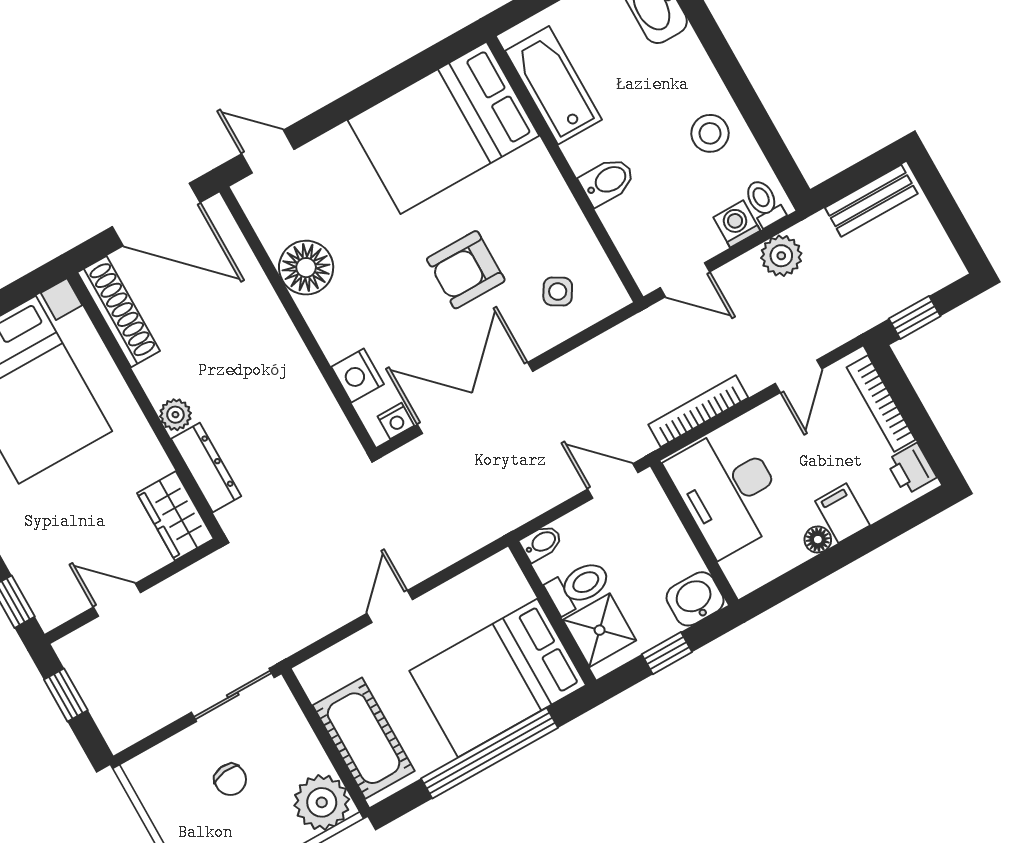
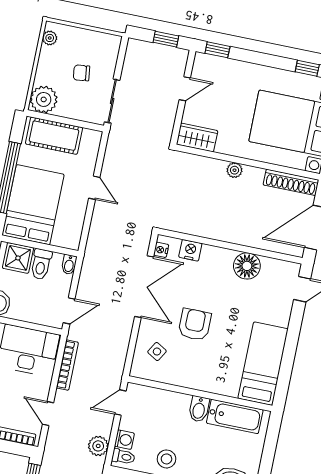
bed: (443, 128) -> (263, 364), width x0.67
bidet: (607, 181) -> (199, 409), moved
dresser: (206, 467) -> (205, 165), removed

